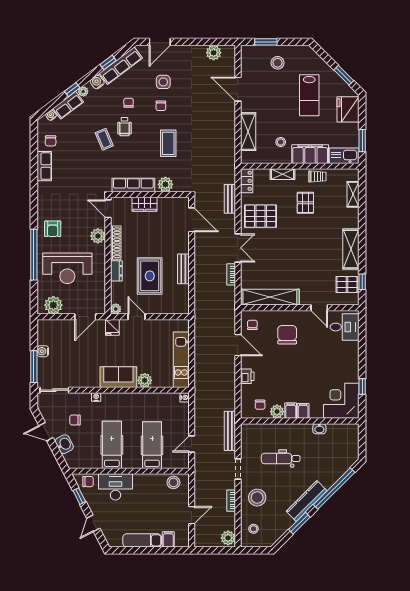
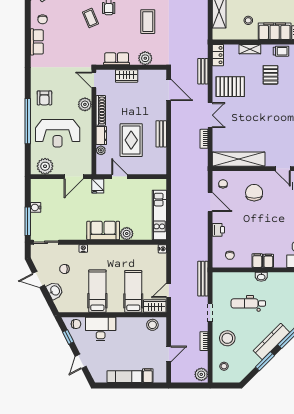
row of seats: (133, 185) -> (117, 59), width x0.68
plant: (116, 309) -> (101, 150), moved
plant: (277, 412) -> (245, 261), removed
washbasin: (319, 429) -> (261, 277), moved
wardrobe: (176, 461) -> (155, 306), added

